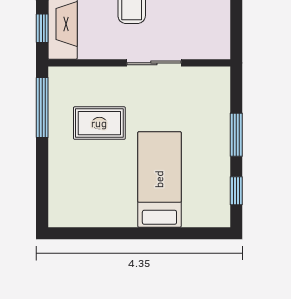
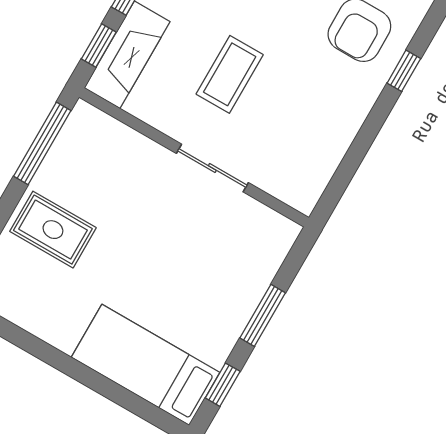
rug: (99, 123) -> (53, 230), moved
bed: (159, 179) -> (146, 365), moved, turned -90

